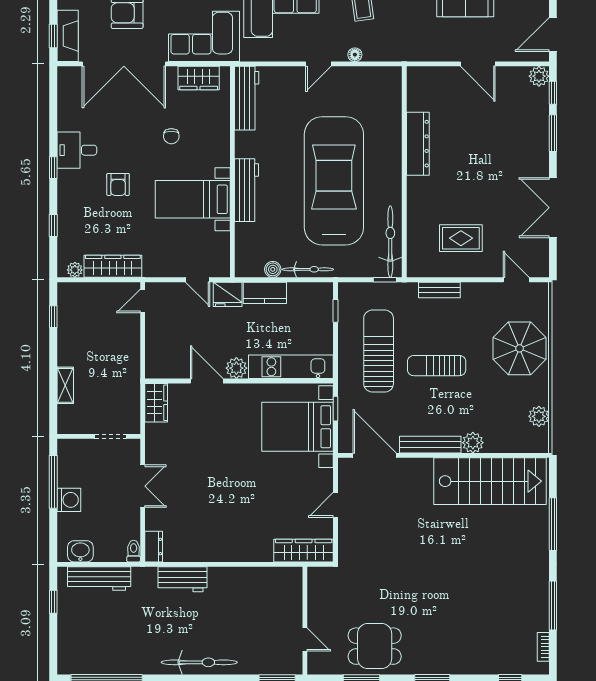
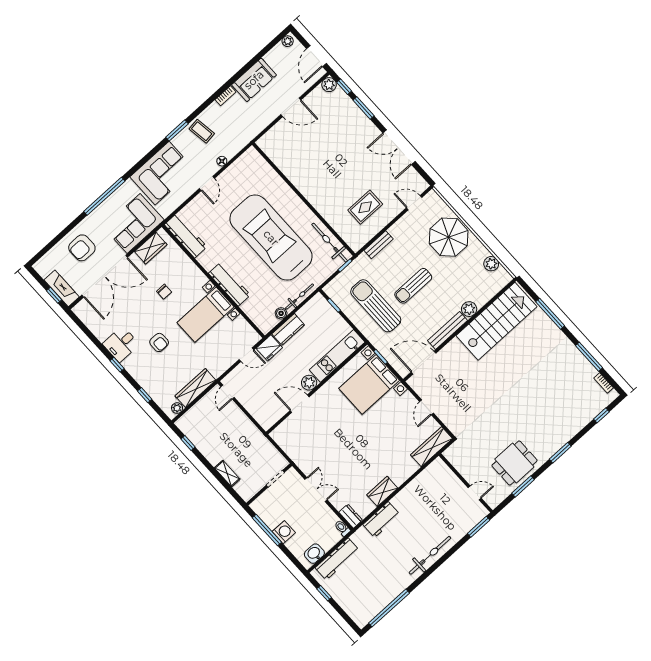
dresser: (418, 144) -> (297, 178), removed
wardrobe: (156, 403) -> (382, 491), moved, turned -90

